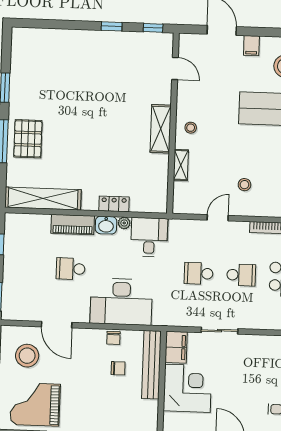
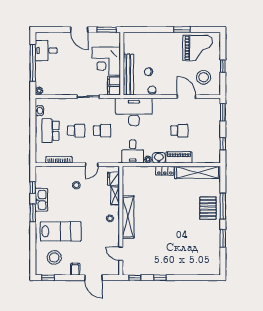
shelving: (161, 129) -> (128, 217), width x1.47
fridge: (183, 193) -> (113, 179), added
locker: (114, 204) -> (165, 171), moved
school desk: (241, 275) -> (76, 131), turned 180
desk: (121, 302) -> (134, 112), moved

